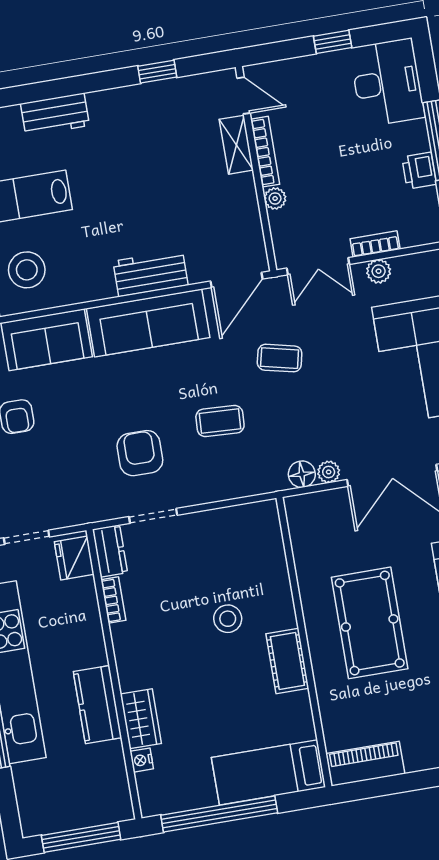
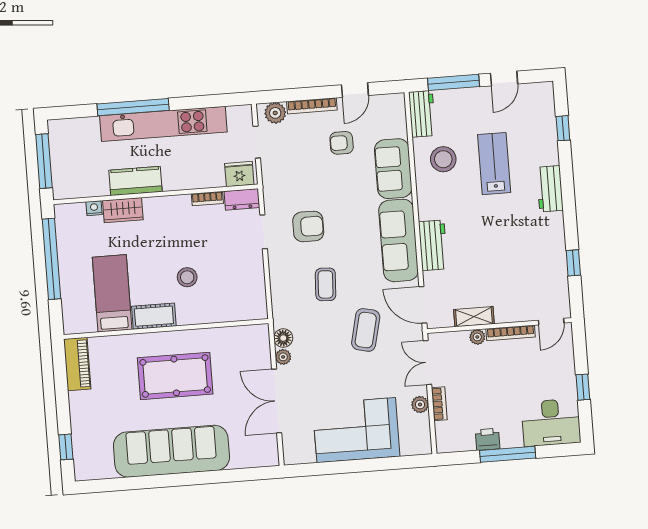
shelving: (236, 145) -> (474, 317), moved
coffee table: (280, 358) -> (366, 330), width x1.36, depth x1.30
bed: (269, 772) -> (112, 293), moved

